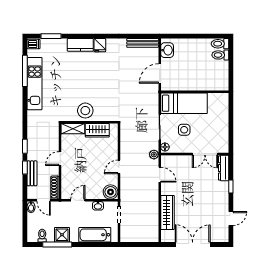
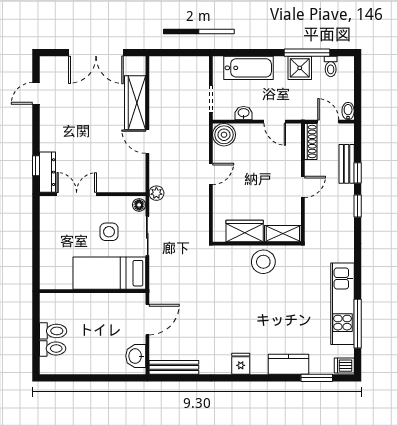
toilet: (220, 44) -> (53, 331), moved
kitchen counter: (80, 45) -> (288, 364), moved
door: (160, 175) -> (147, 142), moved
window: (231, 187) -> (36, 166), moved
door: (78, 200) -> (275, 122), hinge flipped

